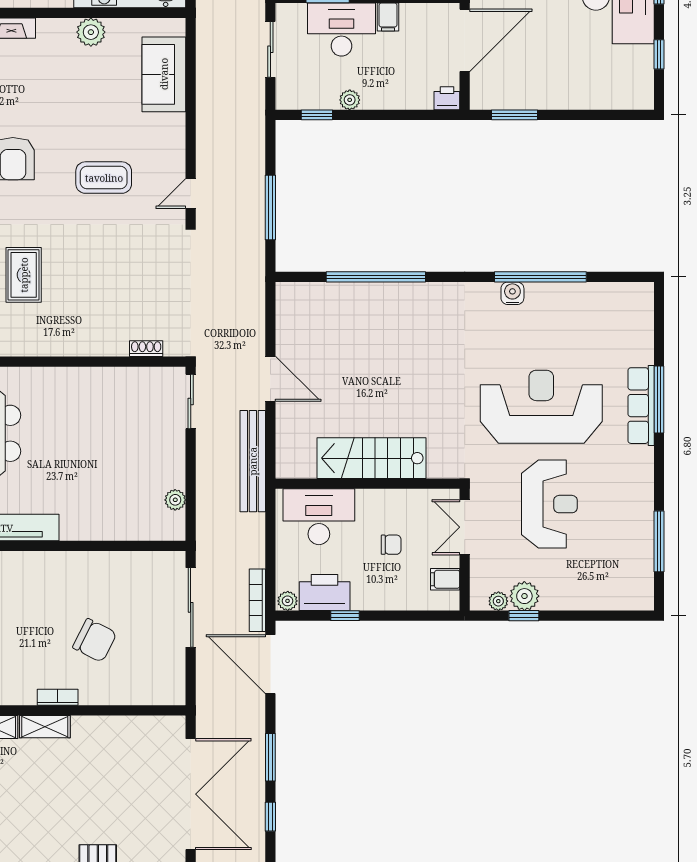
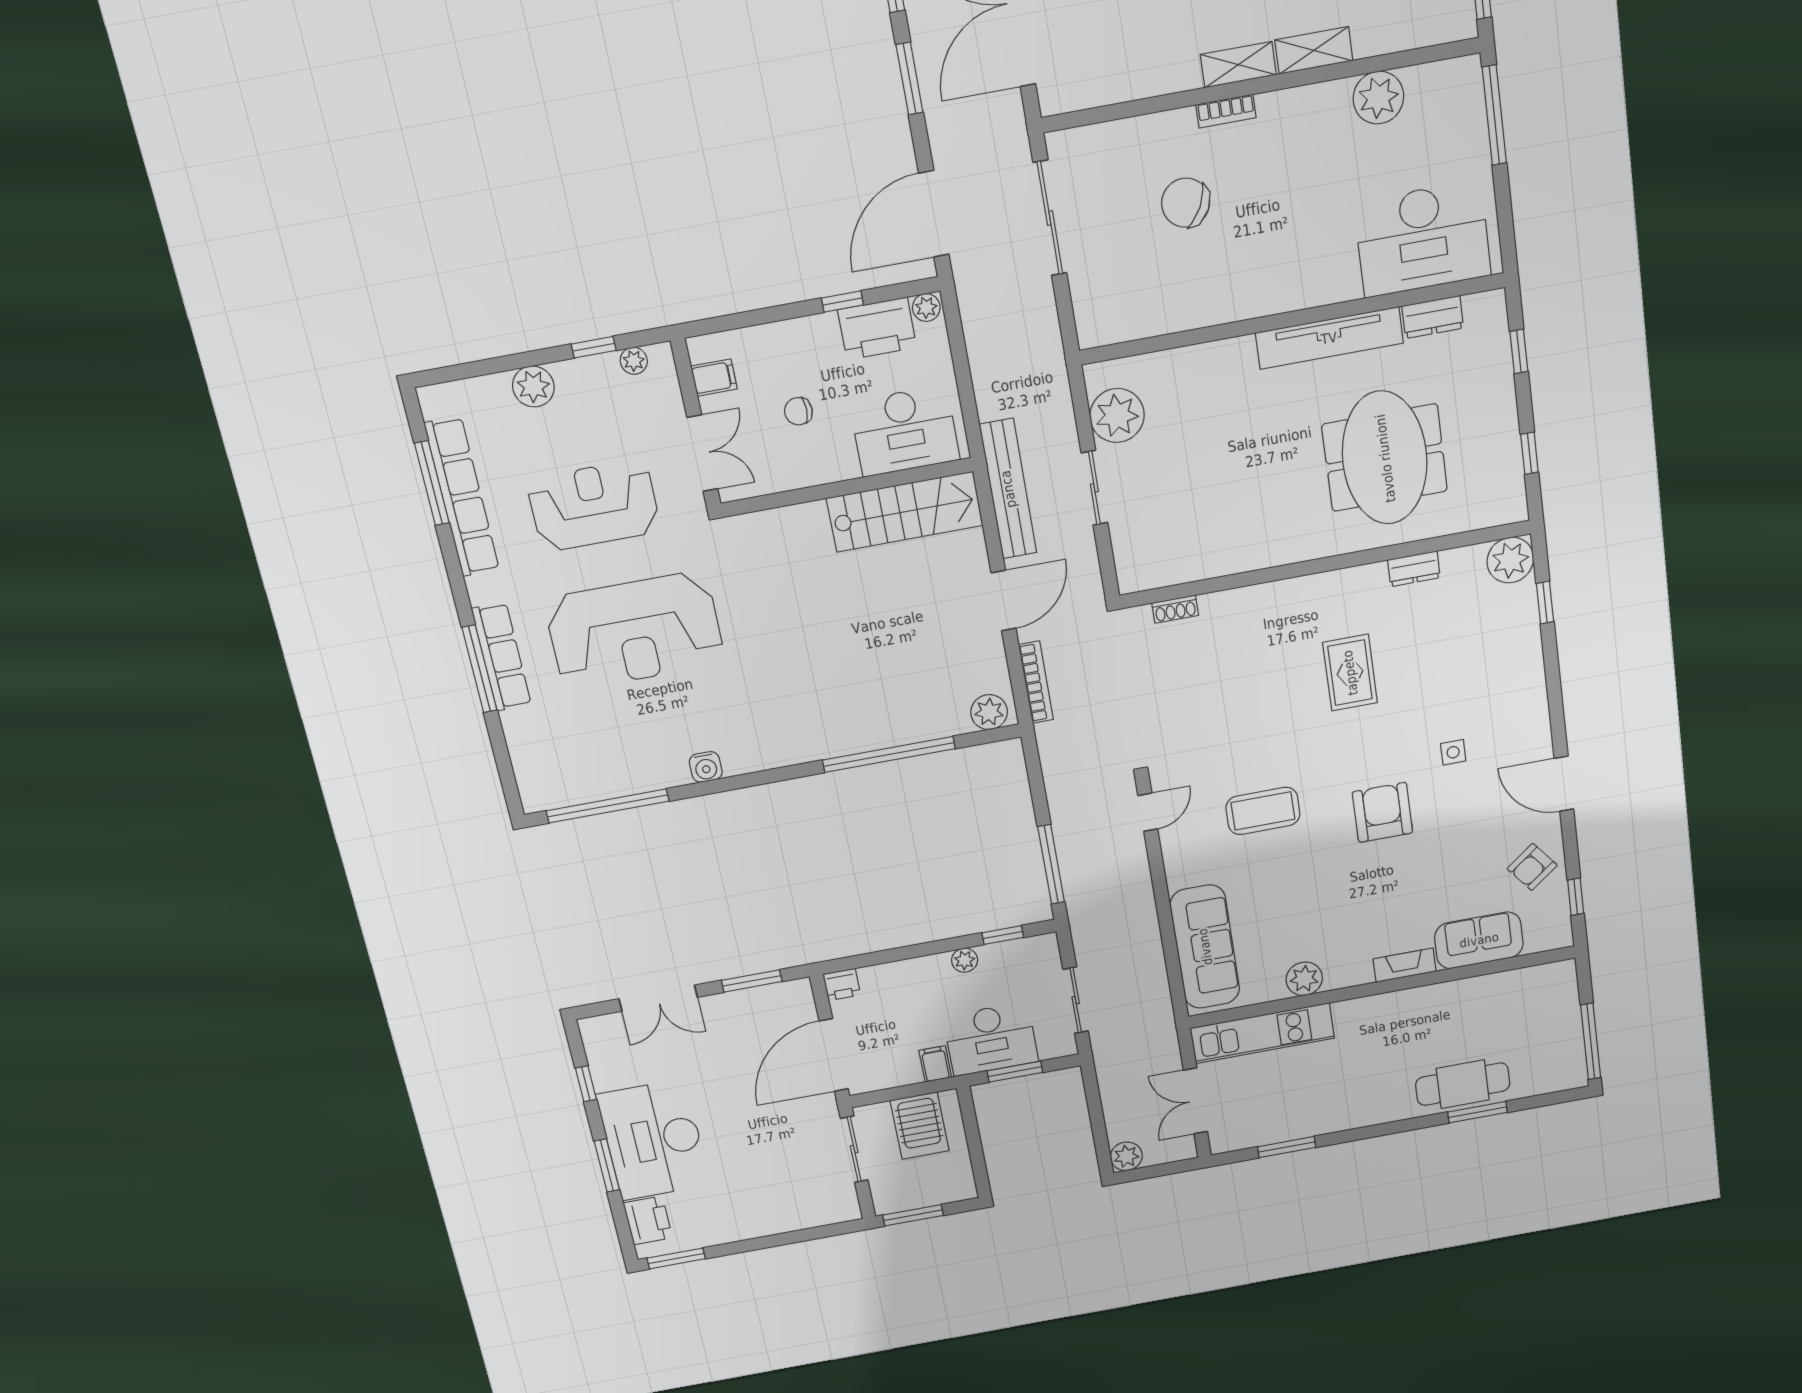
sofa: (164, 74) -> (1205, 947), width x1.36
double door: (588, 115) -> (658, 998), added
window: (270, 208) -> (1051, 864), moved
window: (540, 277) -> (608, 806), moved
plant: (296, 296) -> (989, 712), added
door: (270, 379) -> (1004, 601), swing flipped
sliding door: (191, 401) -> (1094, 488), moved
stairs: (372, 458) -> (905, 512), moved
plant: (175, 500) -> (1117, 415), width x1.88, depth x1.88
reception desk: (549, 504) -> (594, 505), turned 90
row of seats: (640, 528) -> (462, 497), added
plant: (524, 596) -> (533, 386), moved
bookcase: (257, 600) -> (1036, 682), moved
sliding door: (191, 607) -> (1050, 218), moved
door: (270, 664) -> (934, 214), swing flipped

